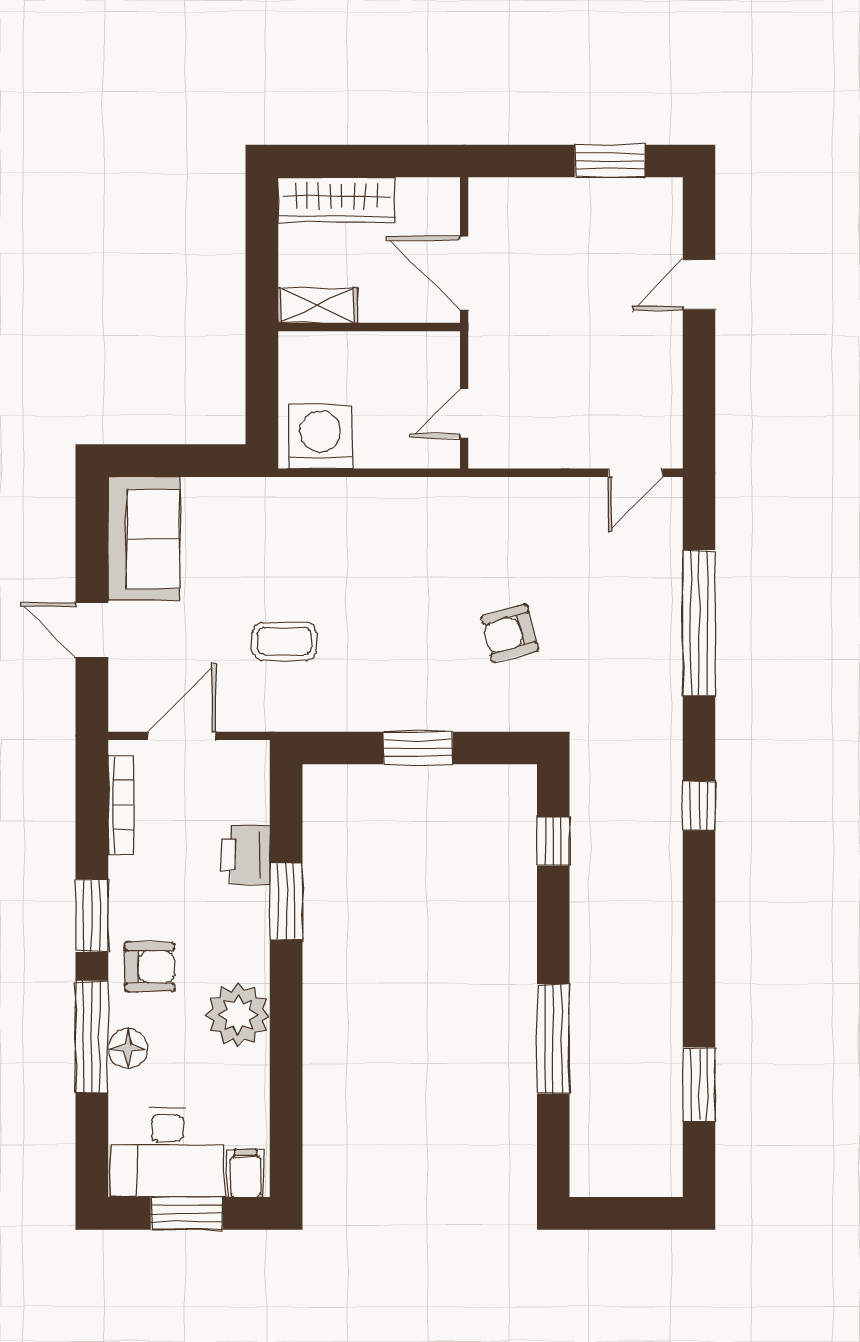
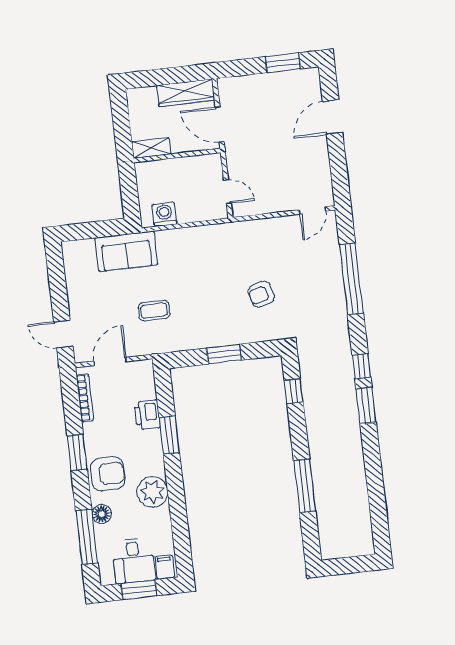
wardrobe: (336, 200) -> (186, 93), moved
door: (699, 285) -> (333, 117), width x1.38
door: (464, 413) -> (227, 192), swing flipped
washing machine: (320, 437) -> (164, 214), width x0.73, depth x0.73
sofa: (144, 539) -> (126, 251), moved, turned 90
door: (92, 630) -> (63, 334), moved
armchair: (150, 967) -> (108, 474), width x1.38, depth x1.38
window: (92, 1037) -> (87, 537), moved
window: (699, 1084) -> (366, 406), moved
desk: (167, 1152) -> (134, 561), width x0.73

